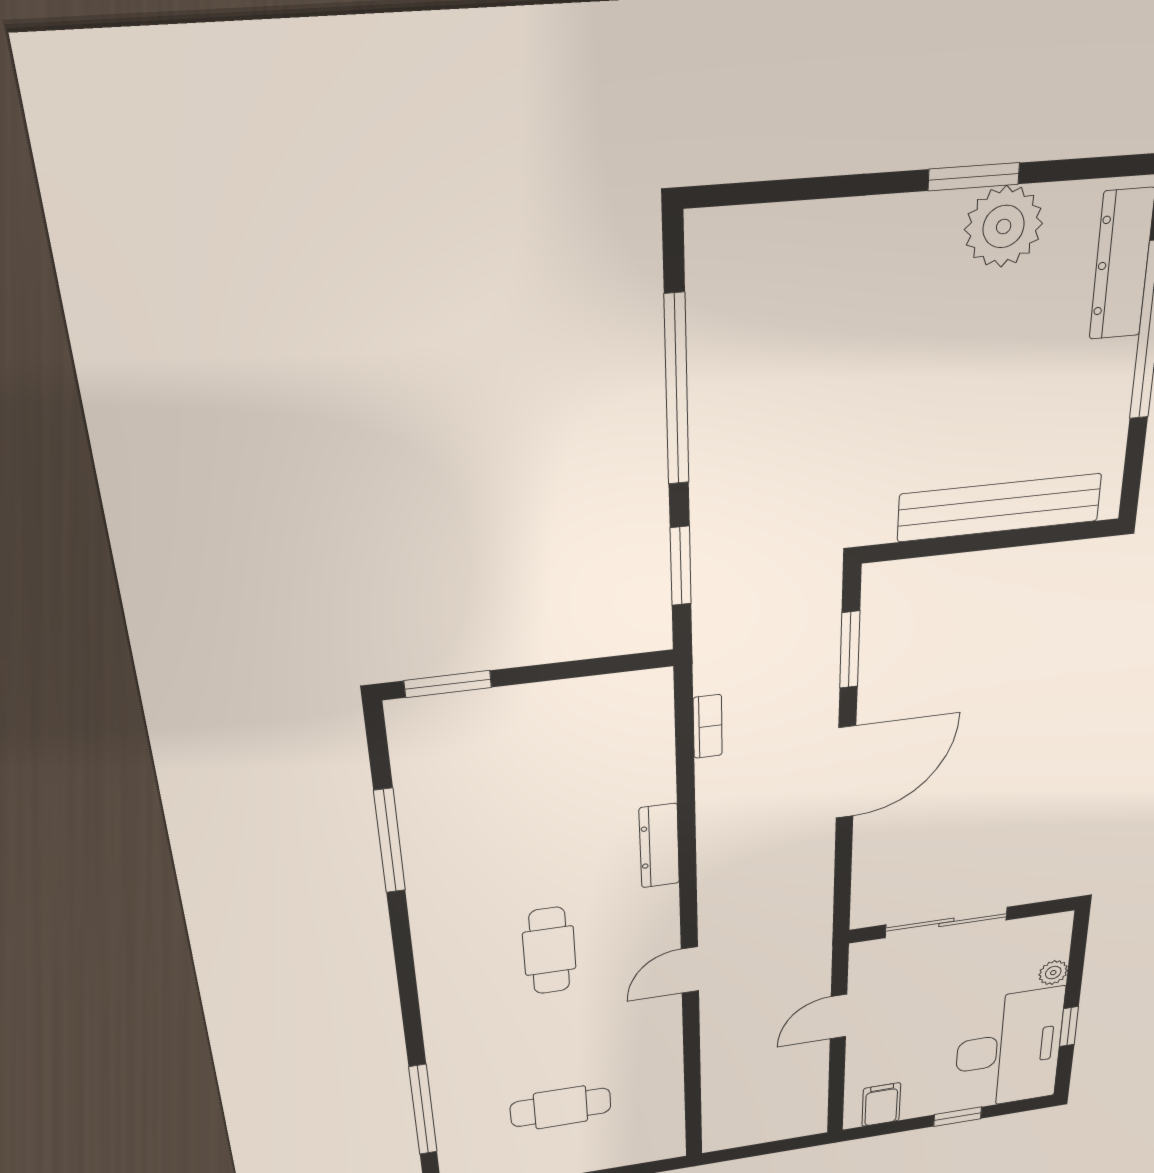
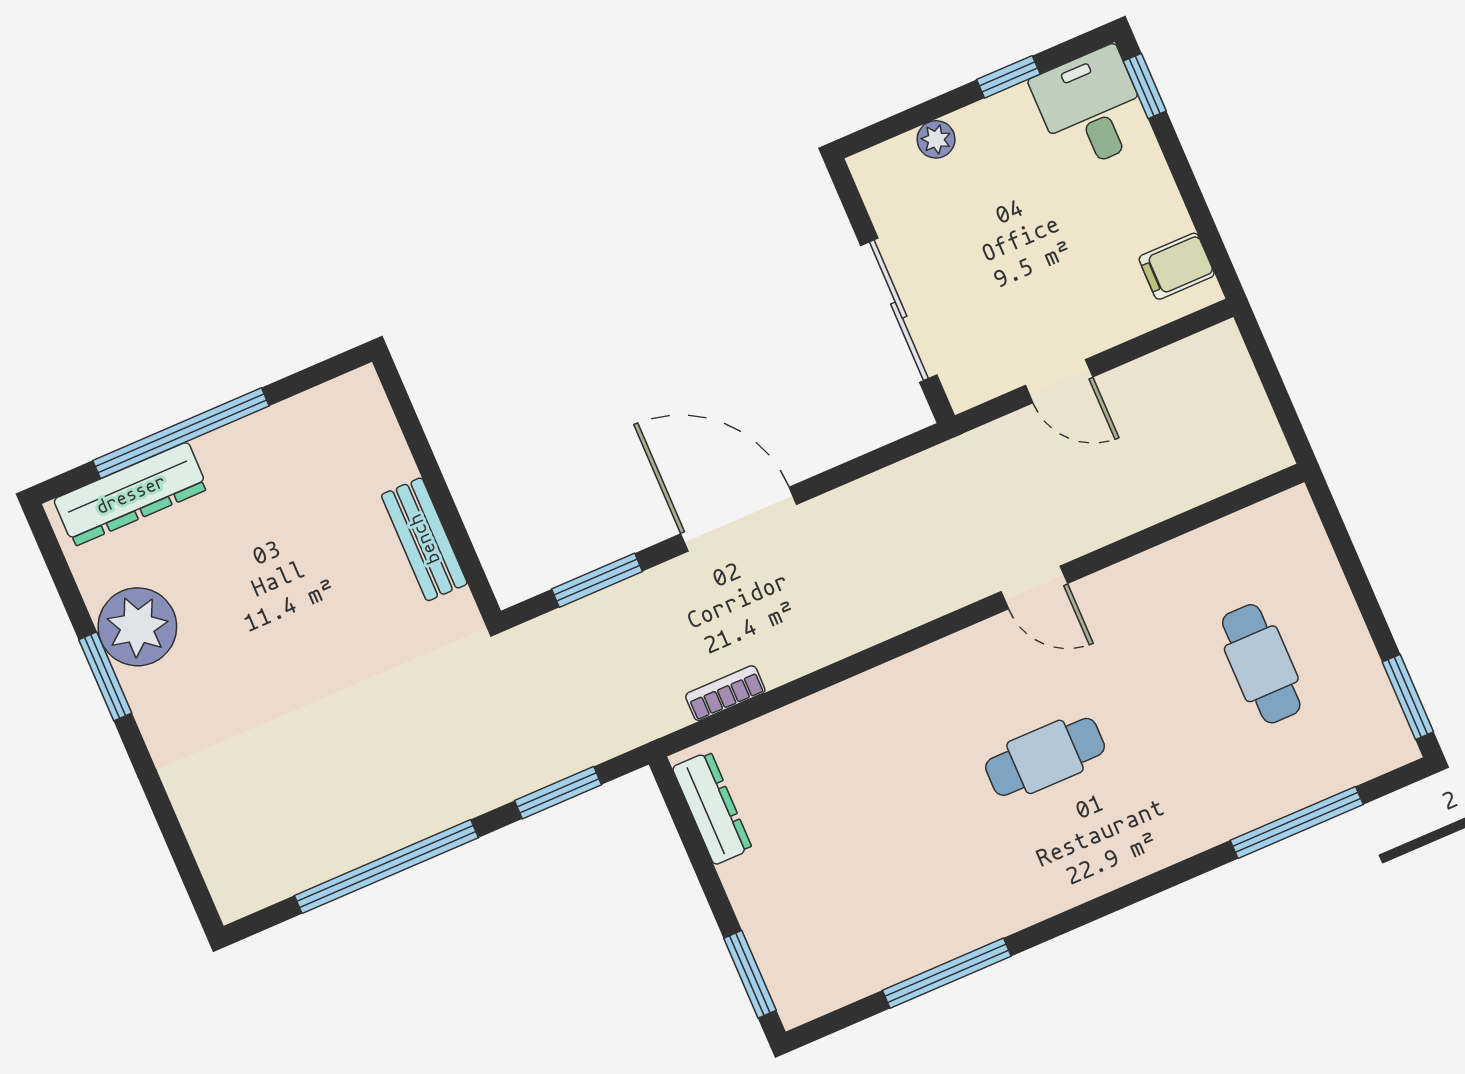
bench: (1000, 508) -> (424, 539), width x0.54, depth x0.82
dresser: (659, 846) -> (712, 808), moved, turned -90
desk: (1009, 1049) -> (1091, 109), width x0.53, depth x0.77
window: (958, 1117) -> (1145, 86), moved

